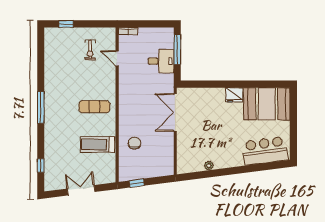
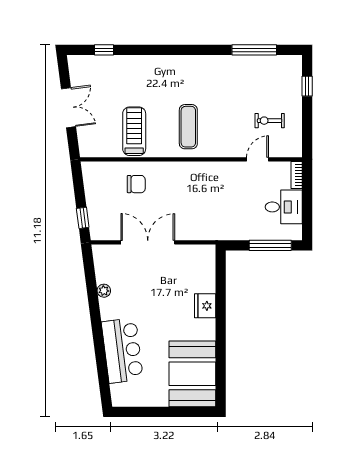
desk: (161, 61) -> (284, 207), moved, turned -90
fridge: (234, 95) -> (205, 306), moved
window: (41, 107) -> (254, 50), moved
double door: (175, 112) -> (148, 242), moved
bar counter: (265, 151) -> (122, 351), moved
window: (137, 183) -> (83, 218), moved

